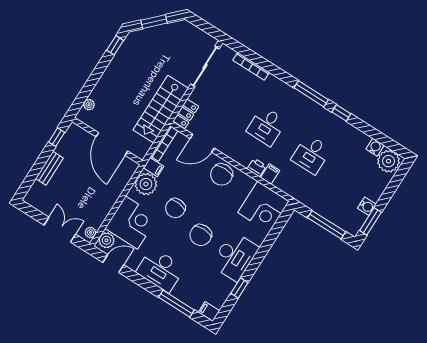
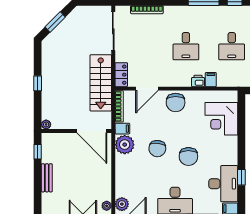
window: (115, 45) -> (38, 83), moved
plant: (89, 105) -> (46, 124), moved
door: (112, 144) -> (92, 131), moved
corner desk: (263, 207) -> (221, 119), moved, turned 90
corner desk: (131, 222) -> (132, 179), removed
desk: (235, 256) -> (223, 184), moved

